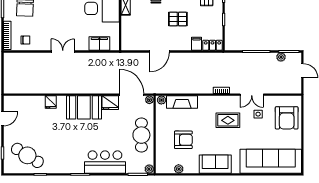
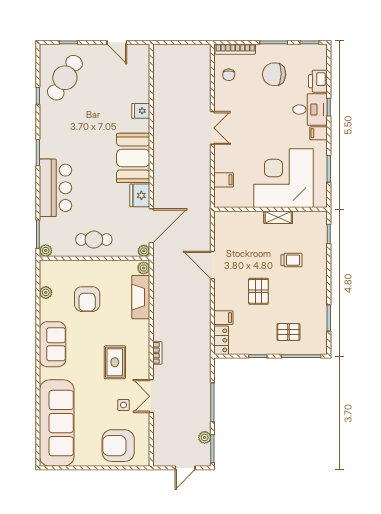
filing cabinet: (99, 44) -> (224, 180), width x0.50
cafe table: (141, 135) -> (94, 240), width x0.73, depth x0.74

